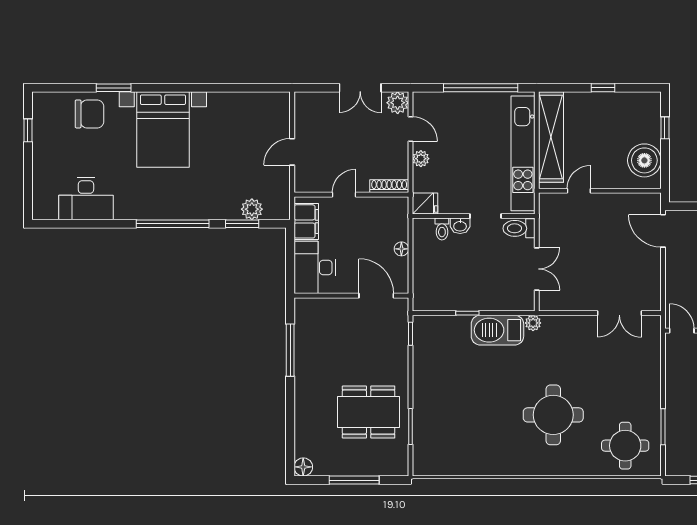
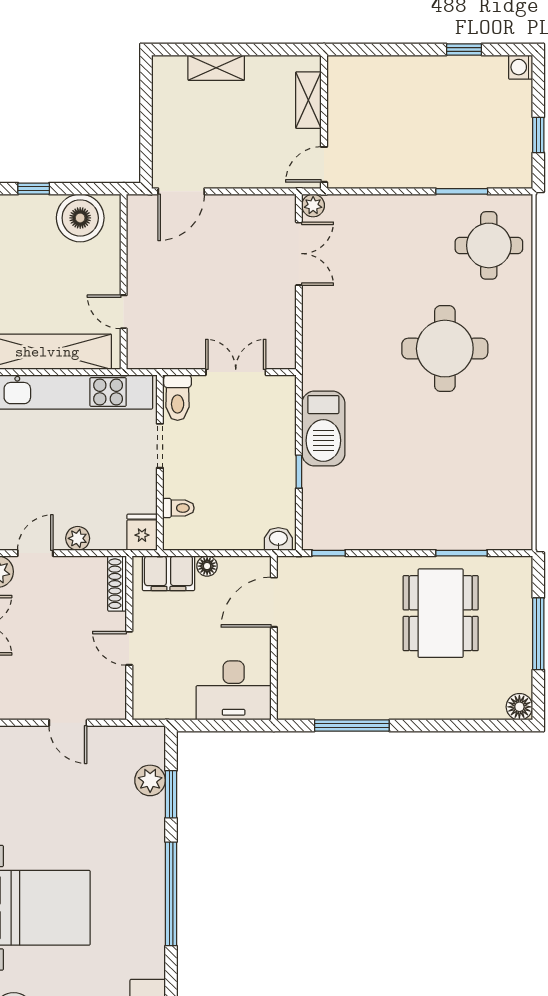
filing cabinet: (306, 221) -> (168, 573), moved, turned 180
washbasin: (460, 226) -> (278, 539), moved, turned -90
plant: (533, 323) -> (313, 205), moved

